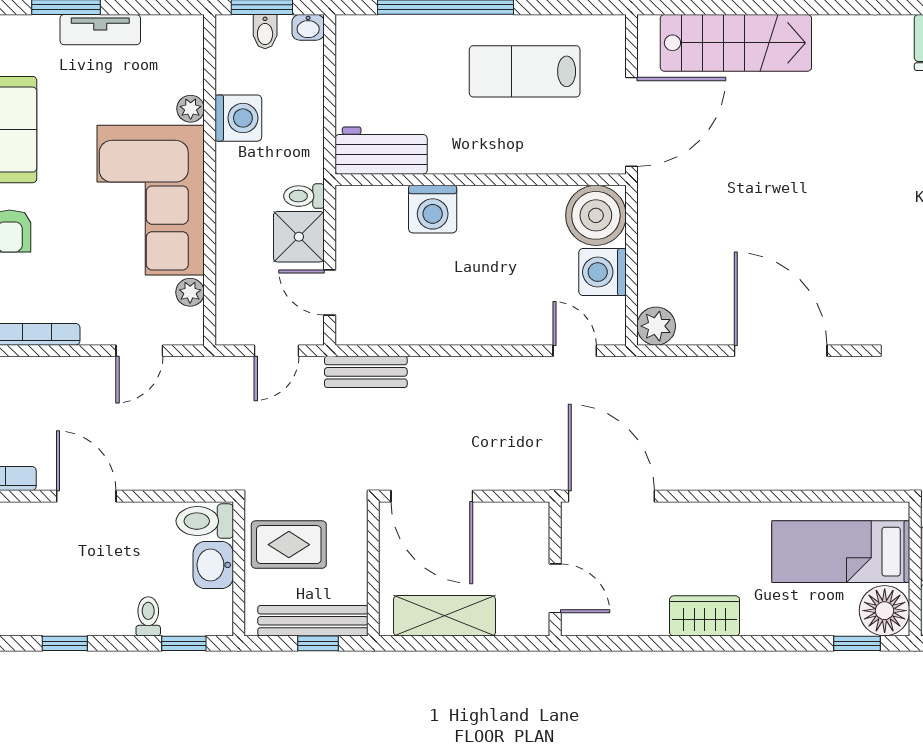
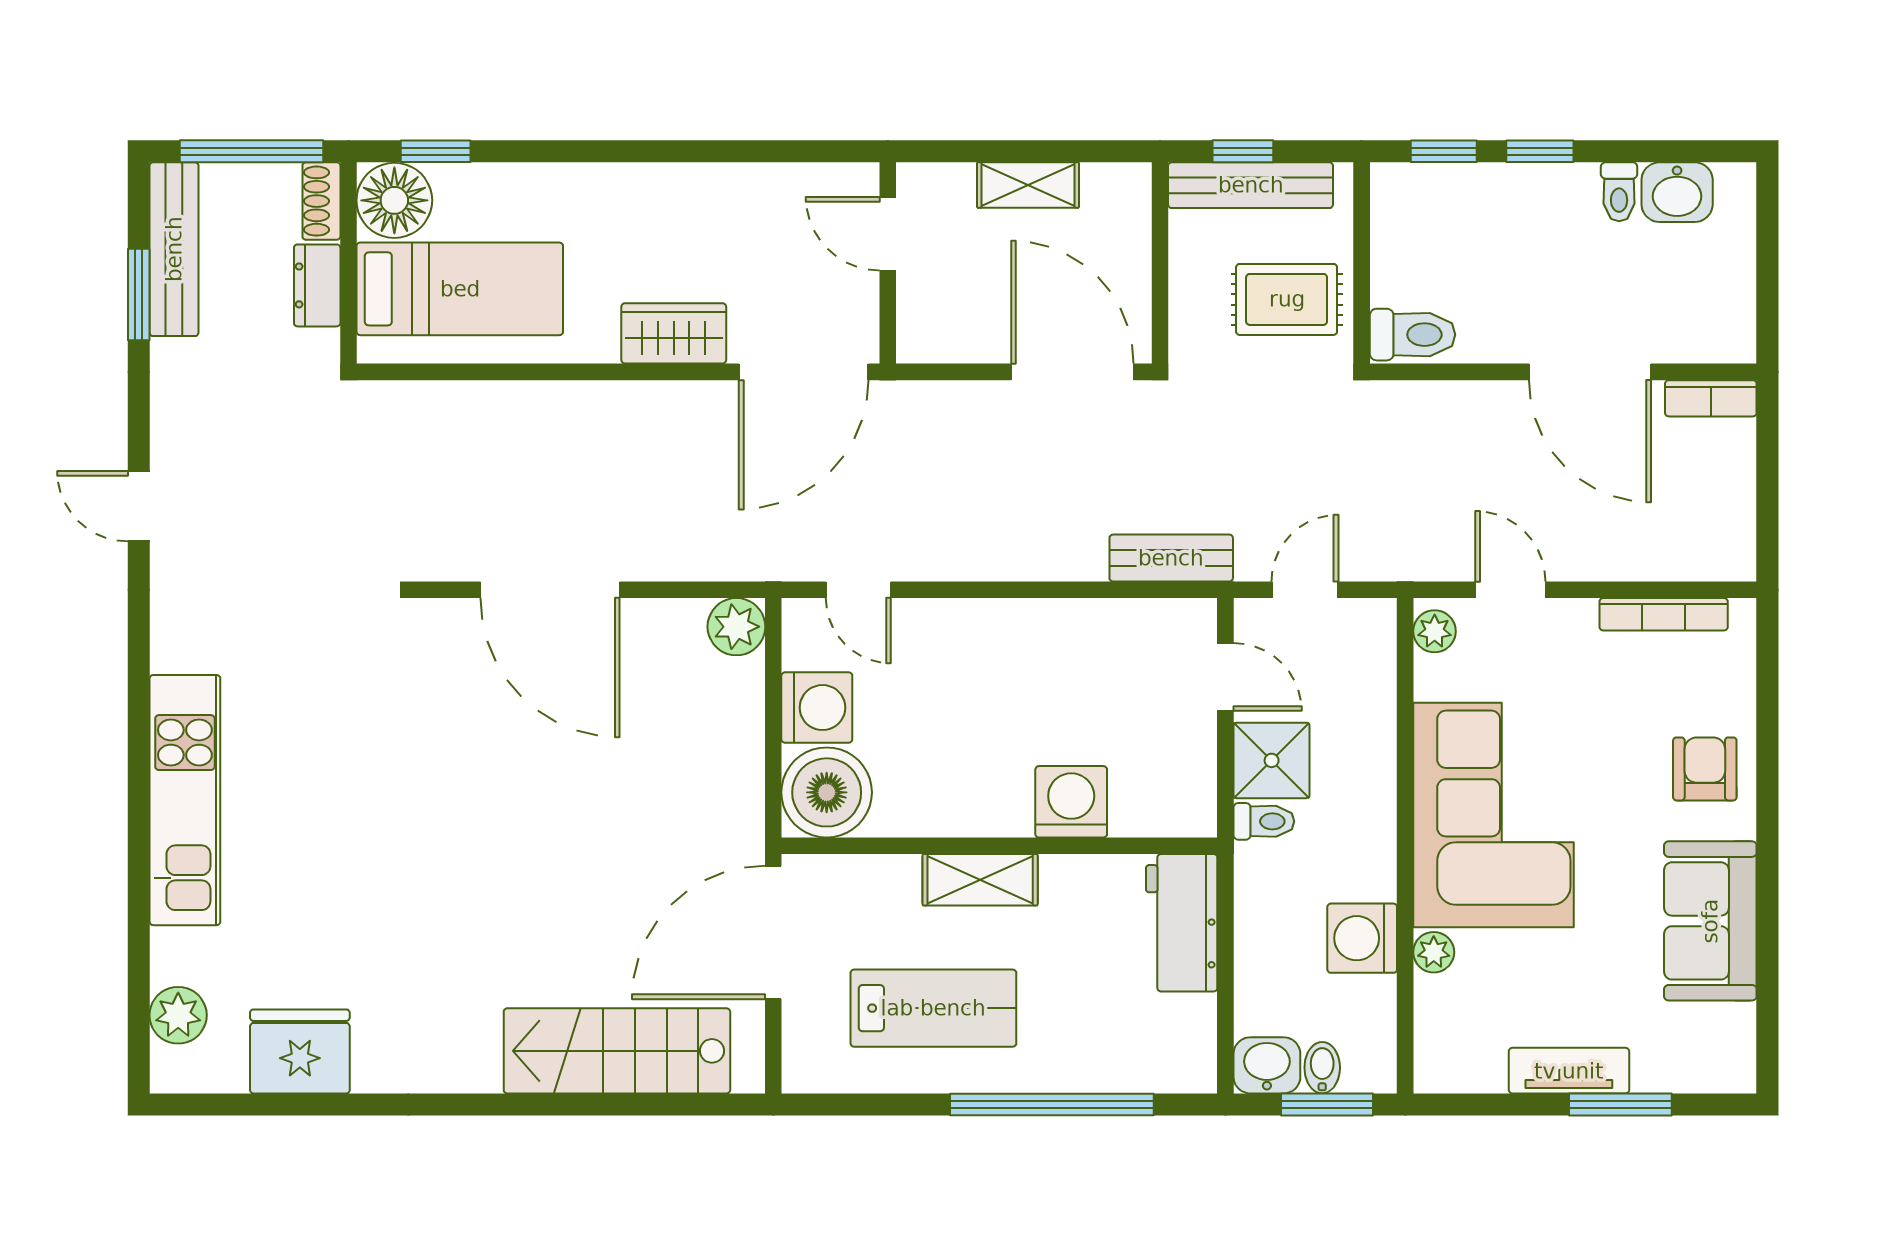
washbasin: (308, 27) -> (1267, 1065), width x1.38, depth x1.45
workbench: (381, 151) -> (1182, 923), moved, turned 90
shelving: (493, 157) -> (980, 880), added
plant: (190, 292) -> (1435, 631), moved
door: (139, 351) -> (1510, 590), hinge flipped
door: (86, 496) -> (1590, 372), width x1.36
door: (611, 496) -> (804, 372), hinge flipped
washbasin: (213, 565) -> (1677, 192), moved, turned 90
toilet: (148, 616) -> (1619, 192), moved
shelving: (445, 616) -> (1028, 185), width x0.67, depth x0.75
wardrobe: (705, 616) -> (674, 333), moved, turned 180
window: (65, 643) -> (1540, 151), moved

